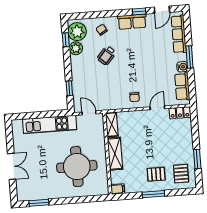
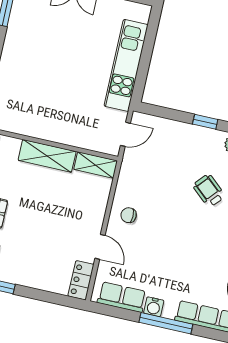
window: (190, 57) -> (166, 323), width x1.44
window: (69, 88) -> (205, 122), moved
round table: (77, 167) -> (45, 88), removed

